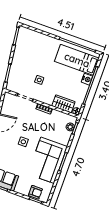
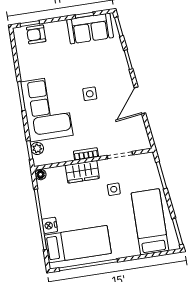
bed: (29, 50) -> (150, 222), added
wardrobe: (63, 104) -> (82, 172), moved
corner sofa: (47, 160) -> (47, 109), moved

